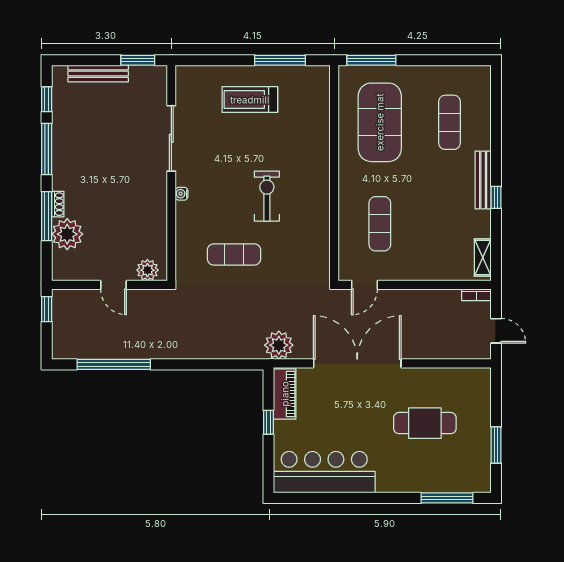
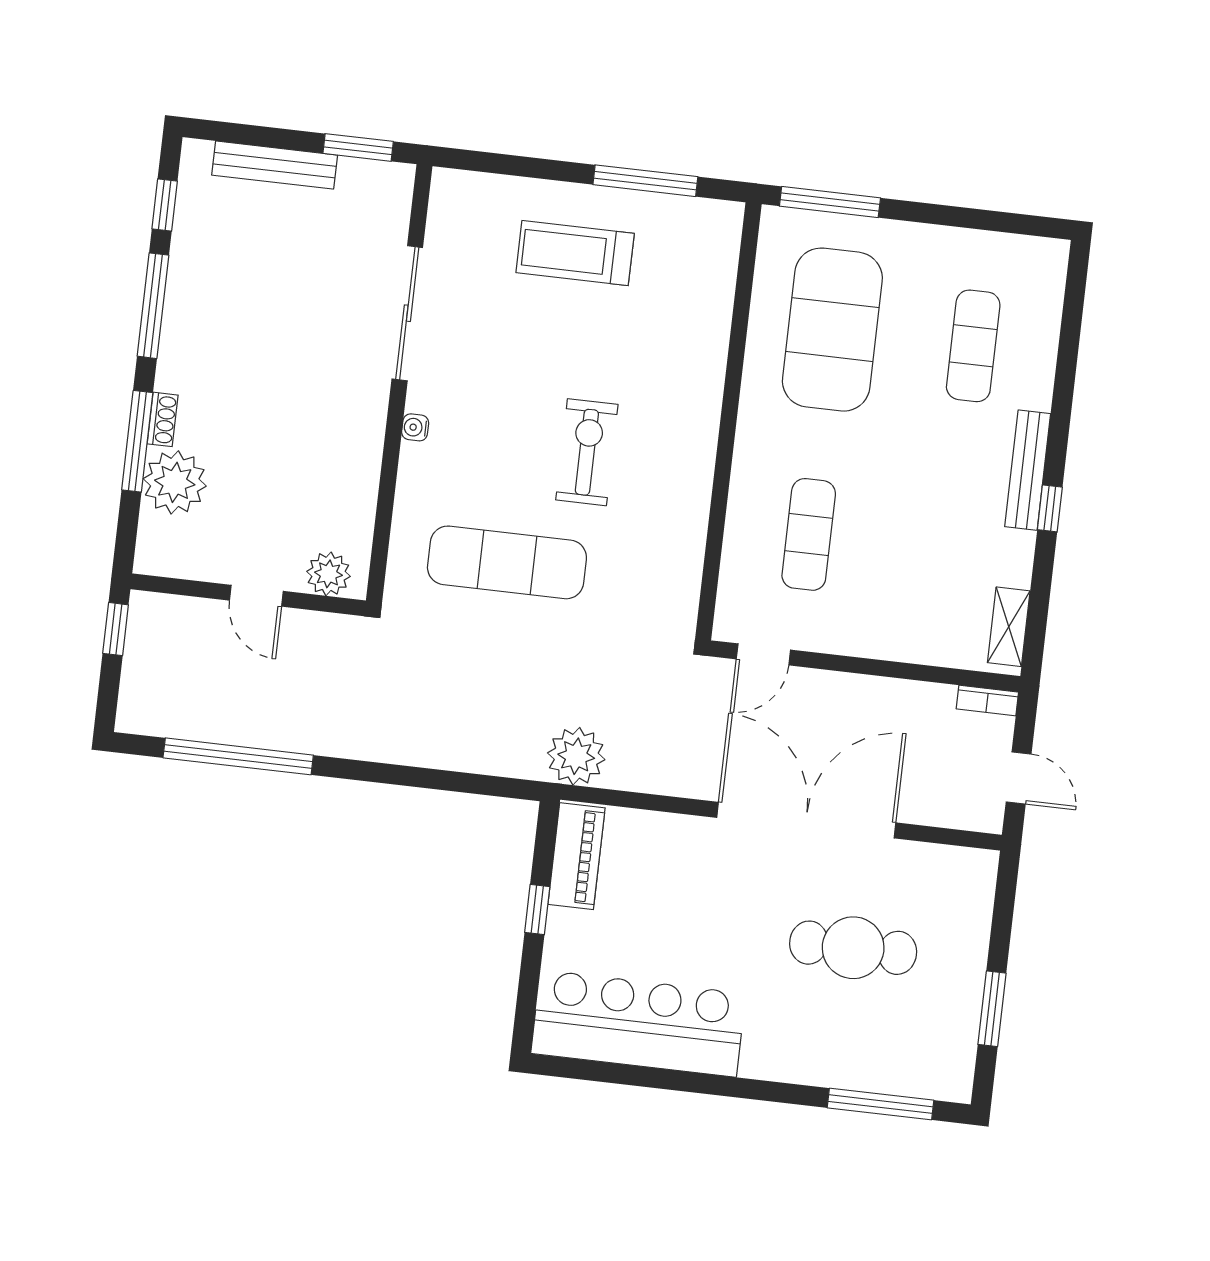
exercise mat: (234, 254) -> (507, 562), width x1.36, depth x1.45
double door: (357, 363) -> (806, 820), moved

